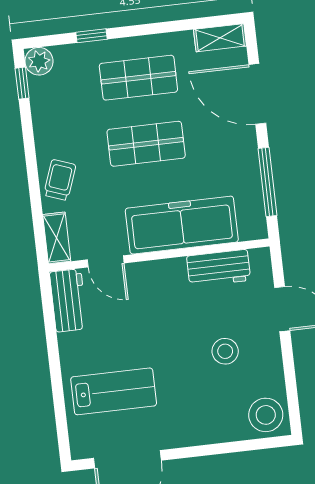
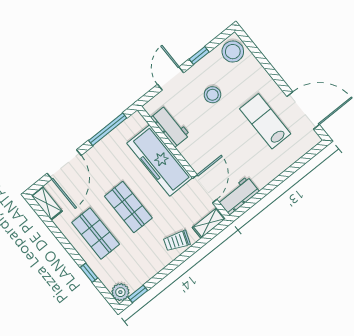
door: (106, 261) -> (205, 189), width x1.37
window: (289, 367) -> (199, 55), added
lab bench: (114, 391) -> (265, 121), moved

